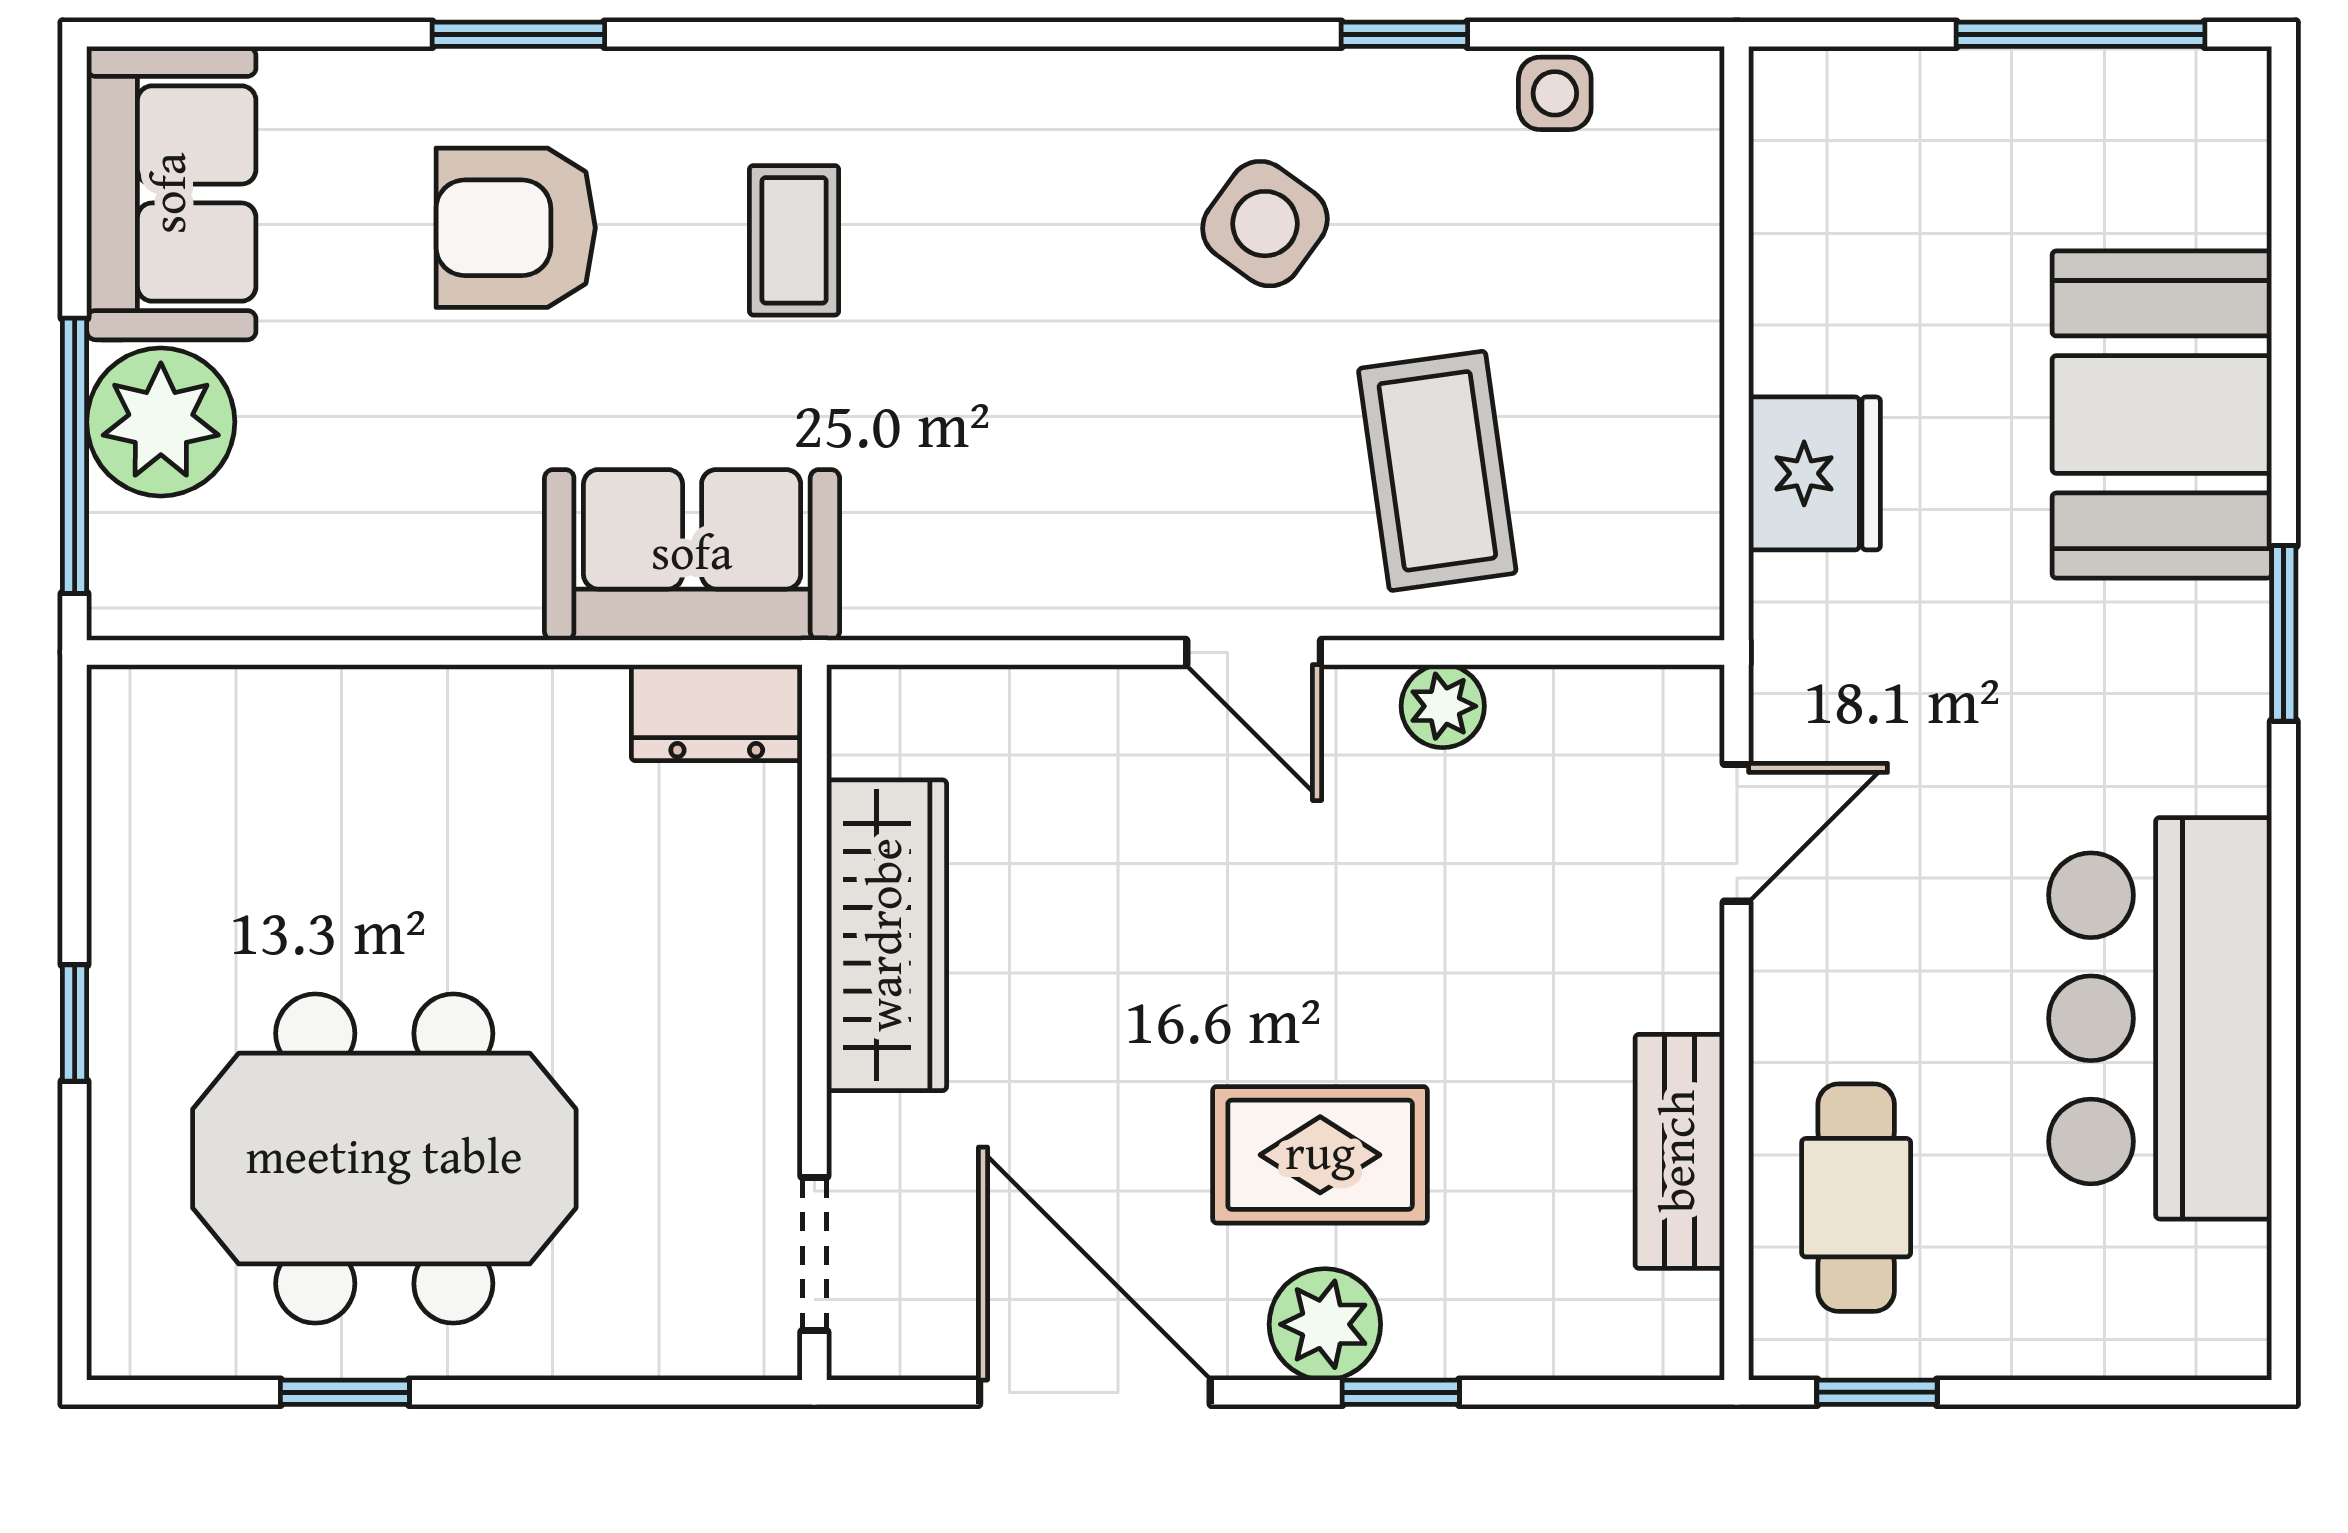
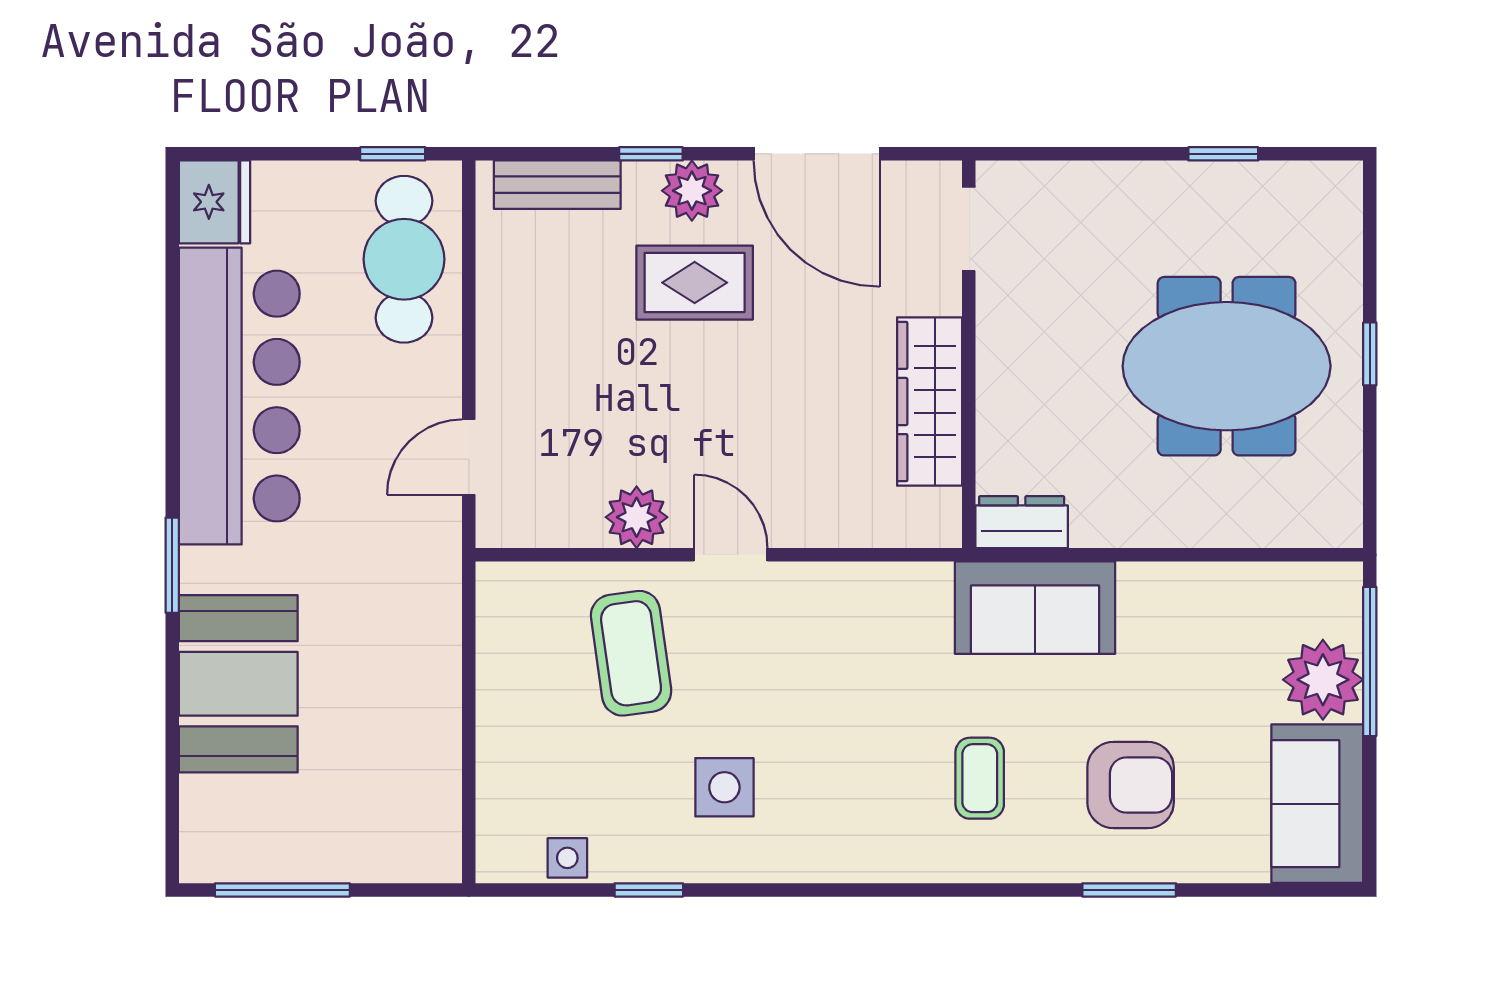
side table: (1265, 224) -> (724, 787), turned -36
fridge: (1815, 473) -> (214, 202), moved, turned 180
plant: (1443, 706) -> (637, 517), width x1.38, depth x1.38
bar counter: (2160, 1018) -> (239, 396), width x1.36
bench: (1680, 1151) -> (557, 185), moved, turned 90
meeting table: (384, 1159) -> (1227, 366), moved
cafe table: (1856, 1198) -> (404, 259), width x1.37, depth x1.35

